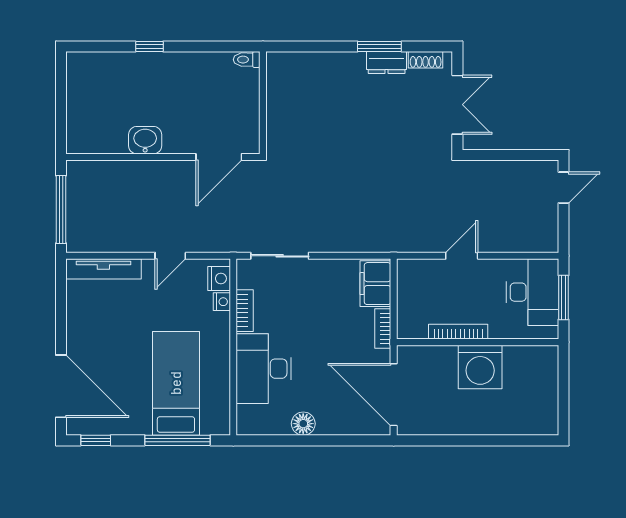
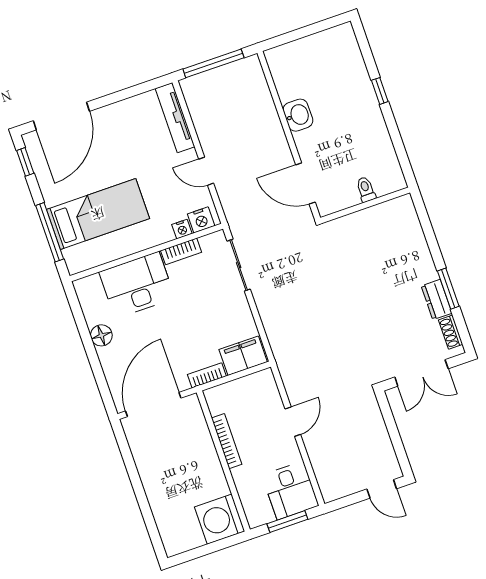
toilet: (247, 60) -> (366, 189), moved
door: (462, 256) -> (293, 422), hinge flipped
desk: (532, 292) -> (290, 490), width x0.73
washing machine: (480, 367) -> (220, 519), moved

